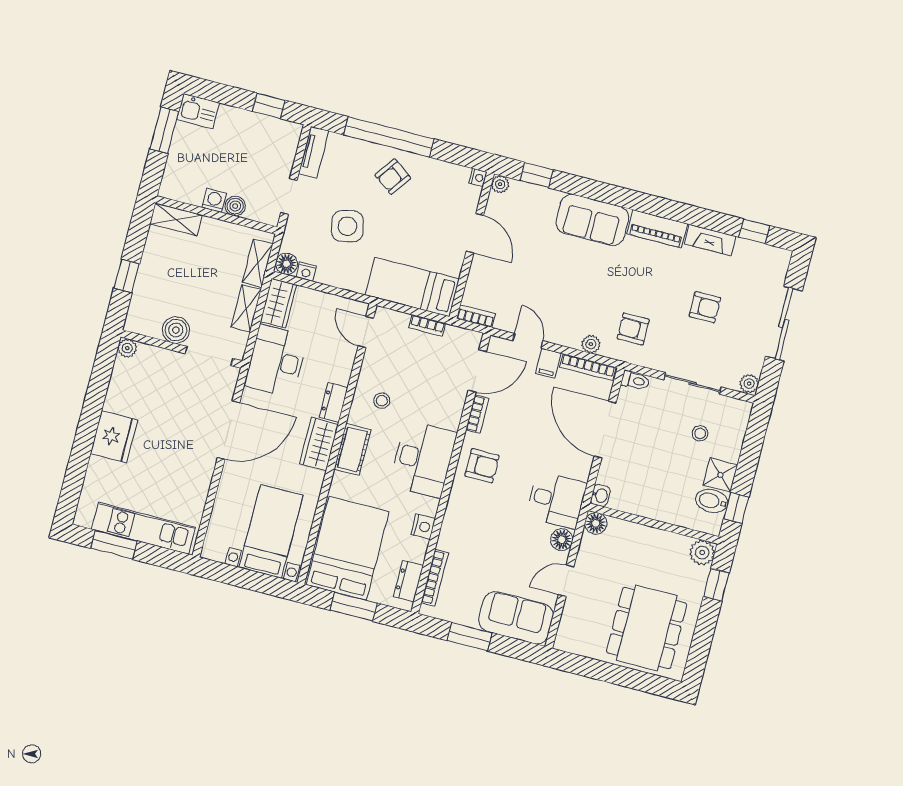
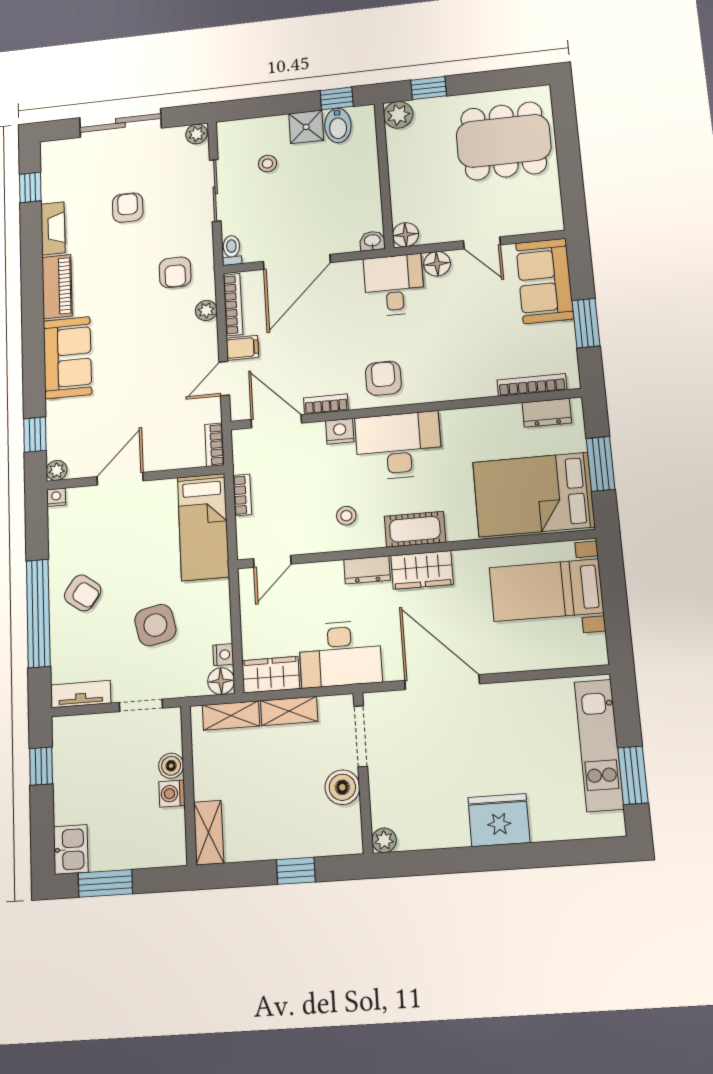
nightstand: (423, 526) -> (340, 431), moved

